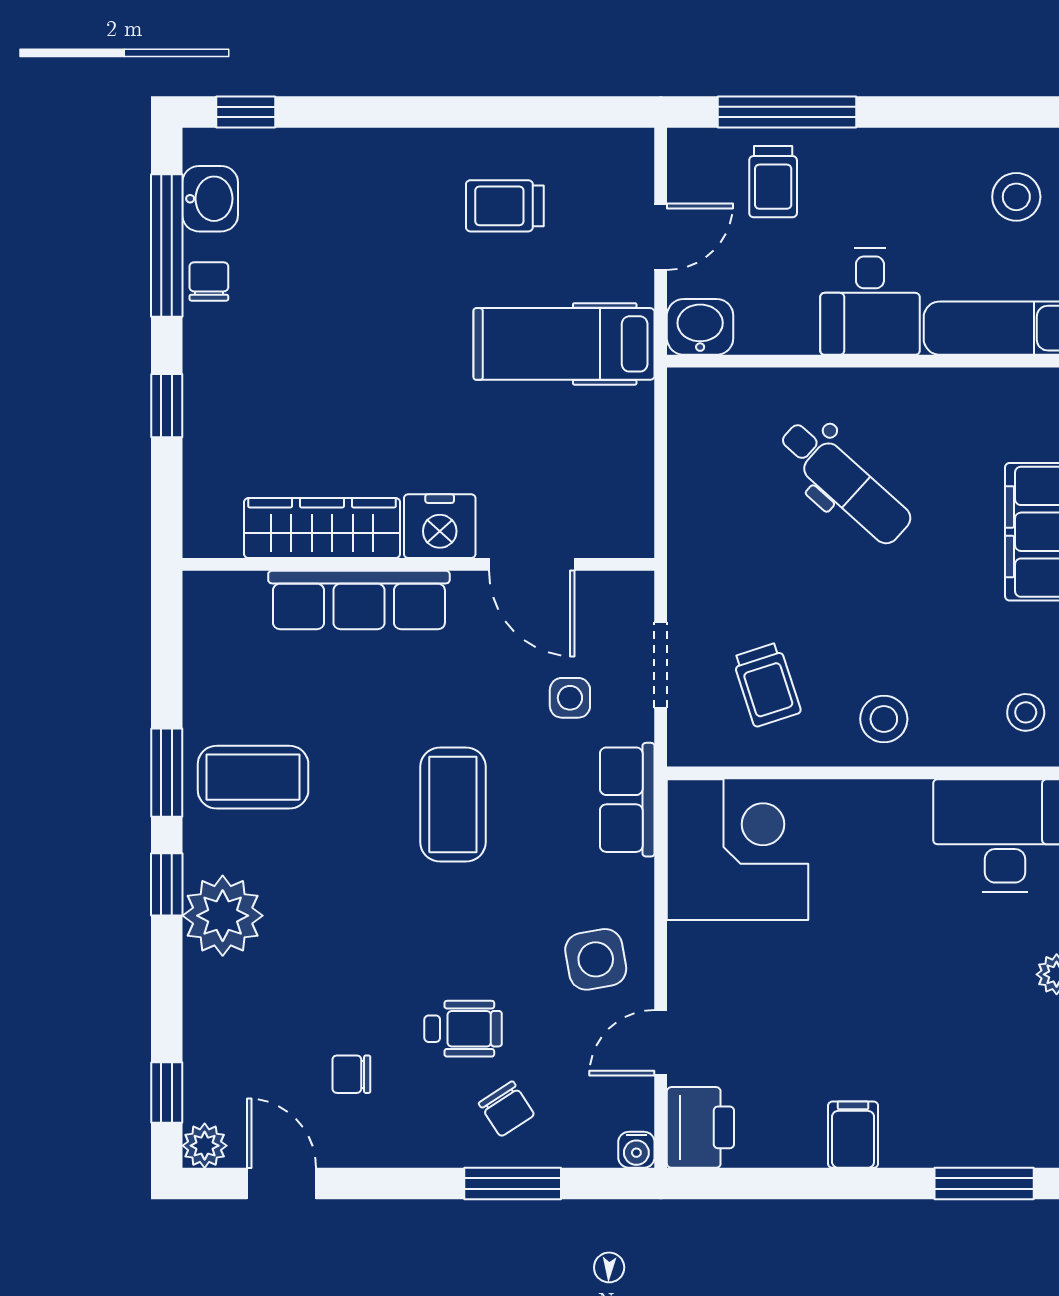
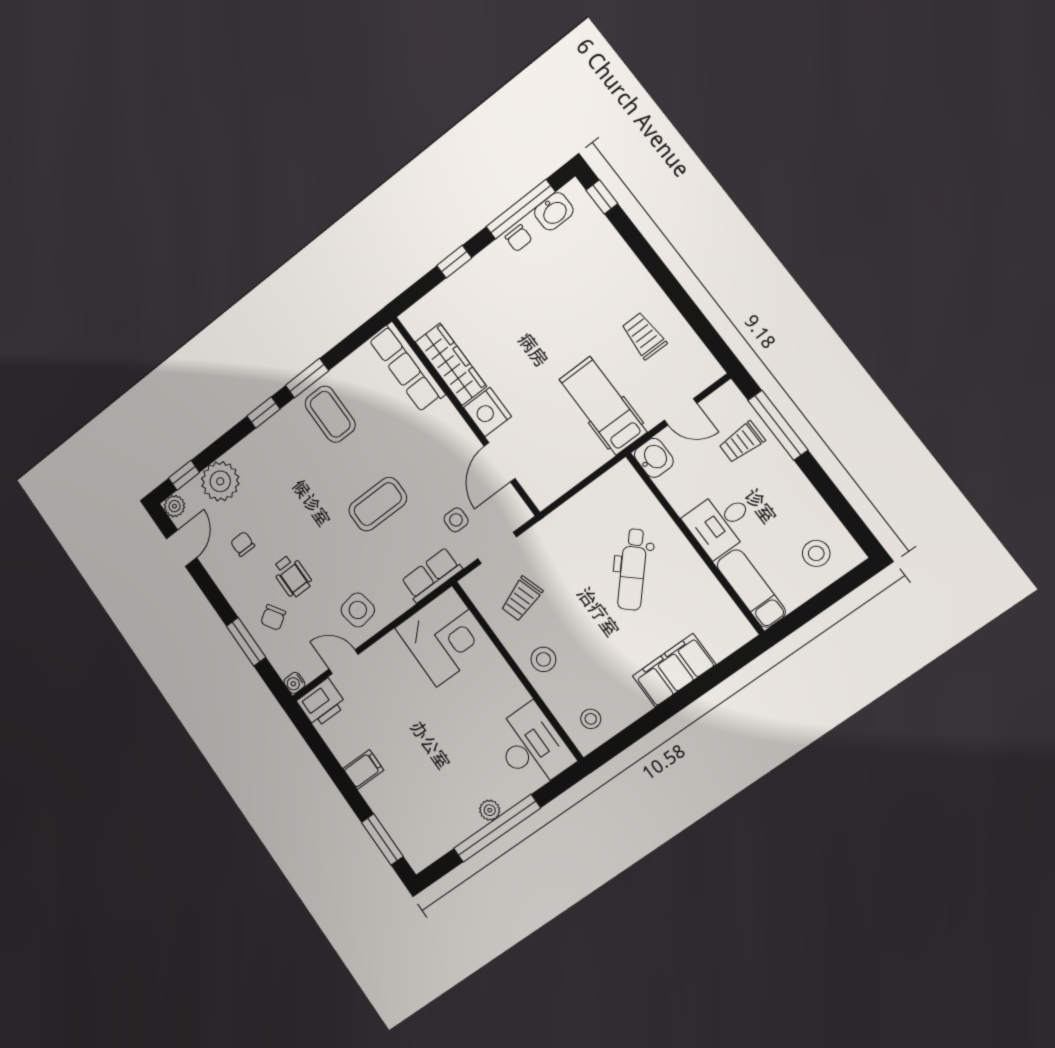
chair: (209, 281) -> (519, 238), turned 90
row of seats: (359, 600) -> (407, 367), moved
plant: (223, 916) -> (220, 481), moved

